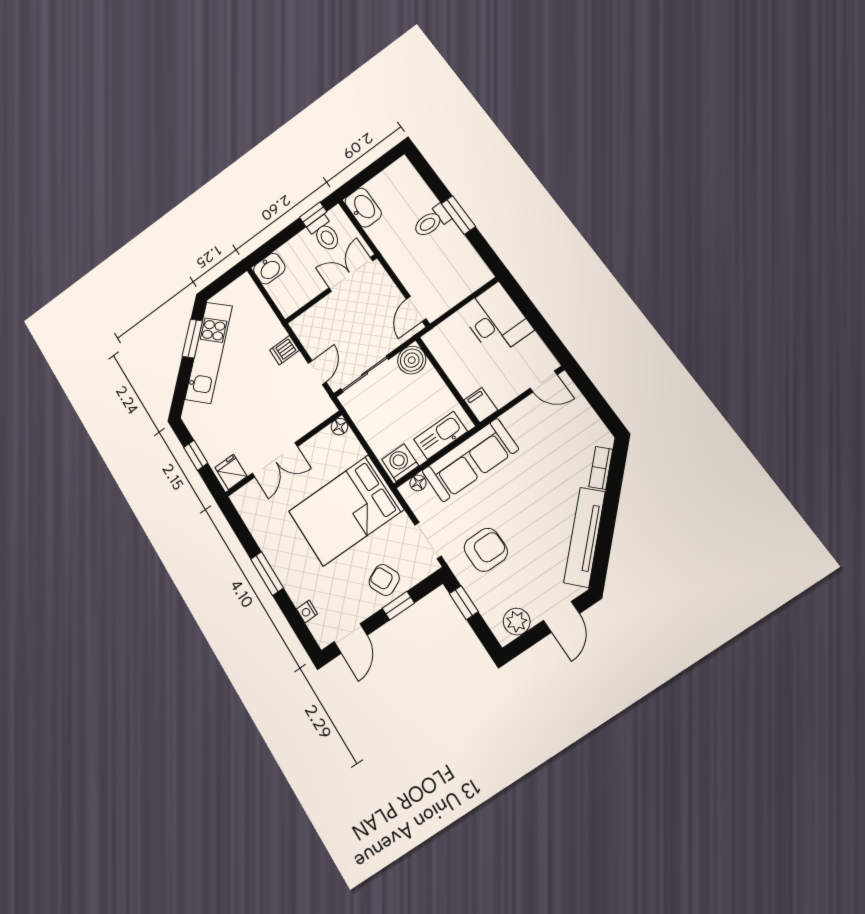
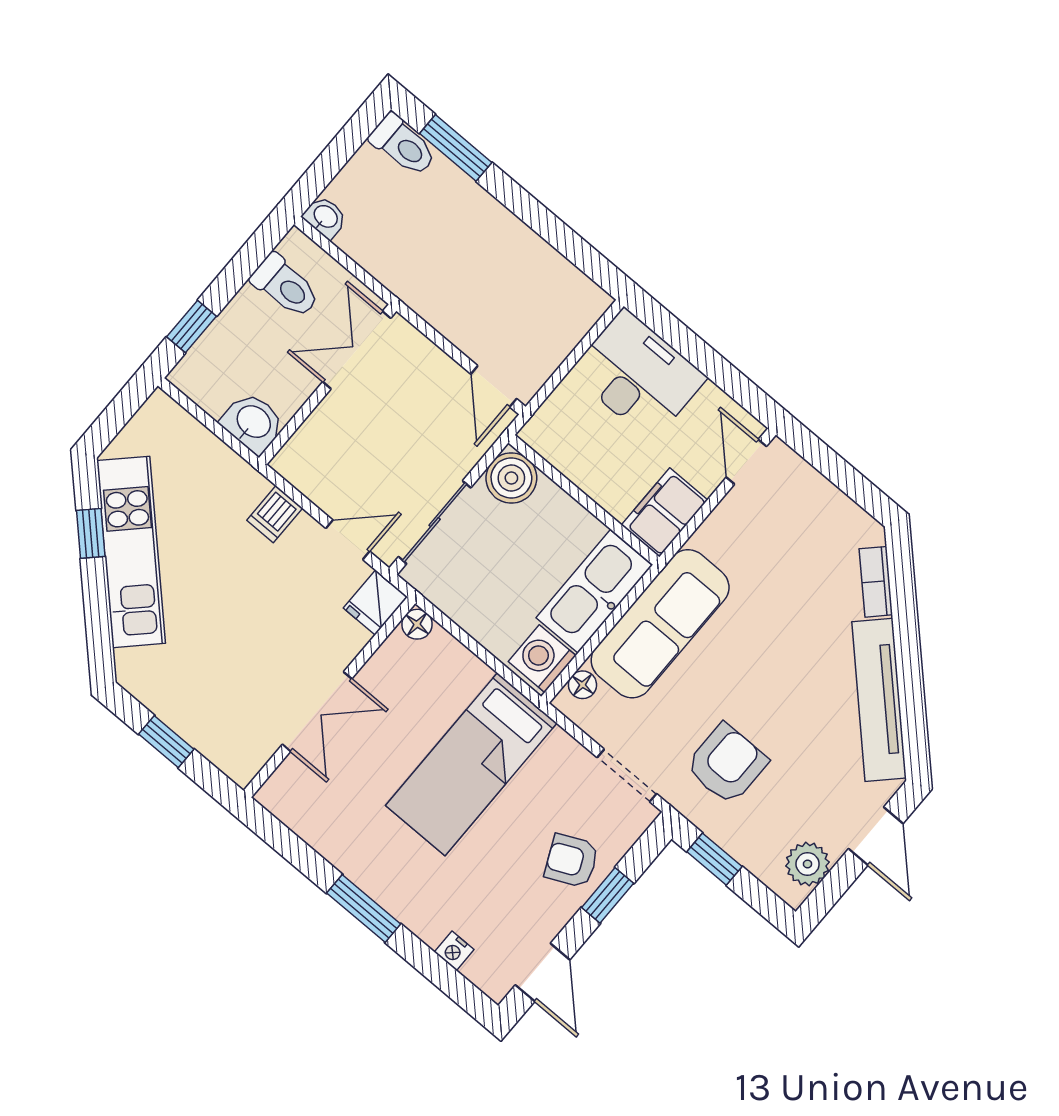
washbasin: (363, 208) -> (325, 217), width x0.52, depth x0.69
window: (313, 214) -> (191, 326), moved
window: (458, 215) -> (456, 148), moved
toilet: (432, 221) -> (403, 145), moved, turned -90
washbasin: (269, 269) -> (253, 423), moved, turned -90
window: (192, 339) -> (91, 533), width x0.67
door: (317, 373) -> (348, 540), hinge flipped
door: (544, 381) -> (746, 462), swing flipped
filing cabinet: (481, 405) -> (664, 512), width x2.00
kitchen sink: (440, 435) -> (594, 591), width x1.36, depth x1.24
fridge: (231, 472) -> (375, 602), moved, turned -90
bed: (346, 510) -> (471, 764), width x0.67

